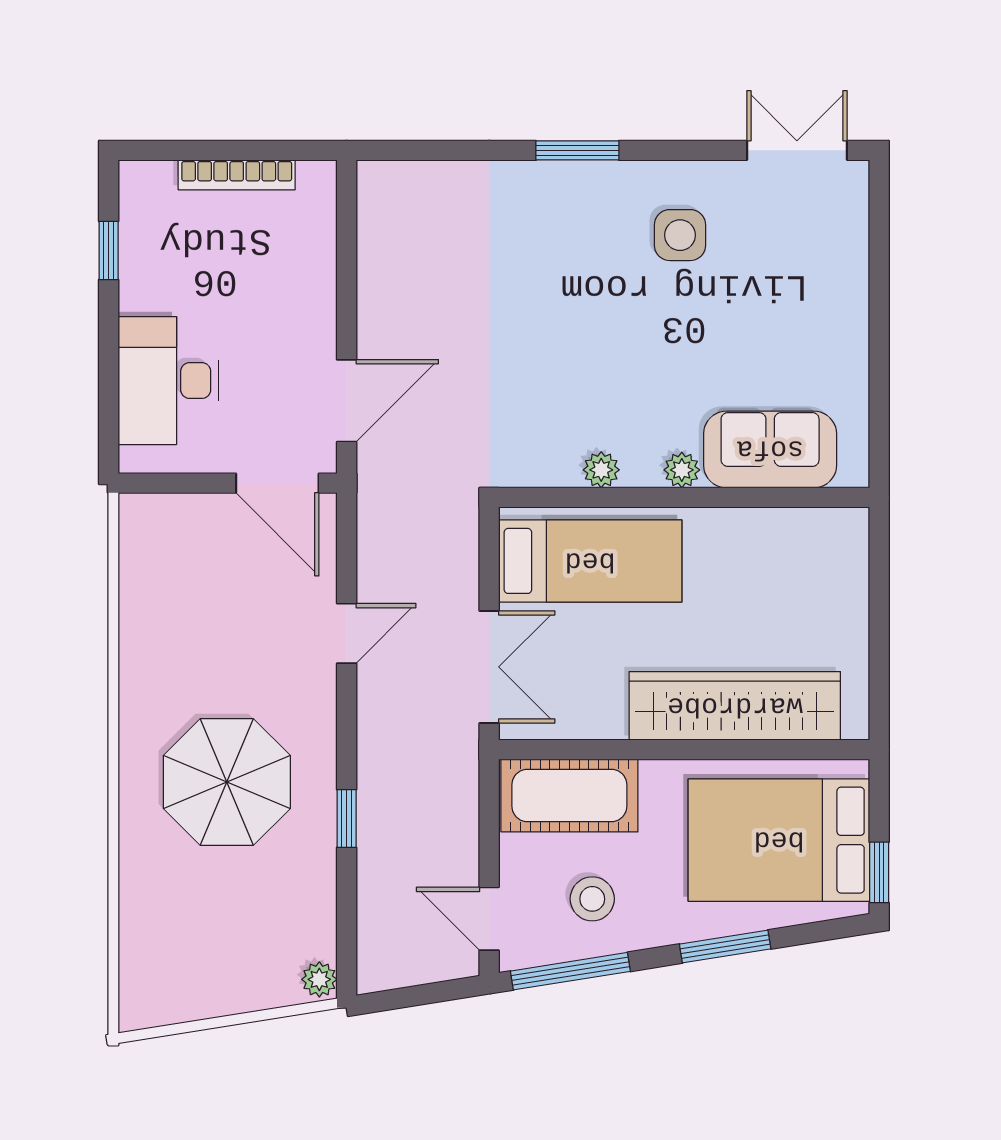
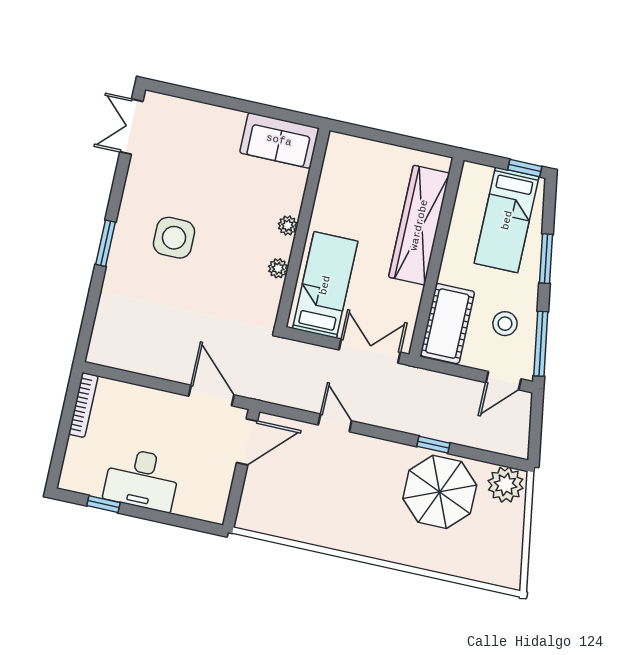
bookcase: (237, 175) -> (83, 405), moved
side table: (680, 235) -> (174, 238), moved, width x1.37, depth x1.37
desk: (169, 381) -> (142, 479), moved
sofa: (770, 449) -> (279, 140), moved, turned -90
parasol: (227, 782) -> (440, 492), moved
bed: (779, 840) -> (507, 220), width x0.67
plant: (319, 979) -> (506, 485), width x1.88, depth x1.88

